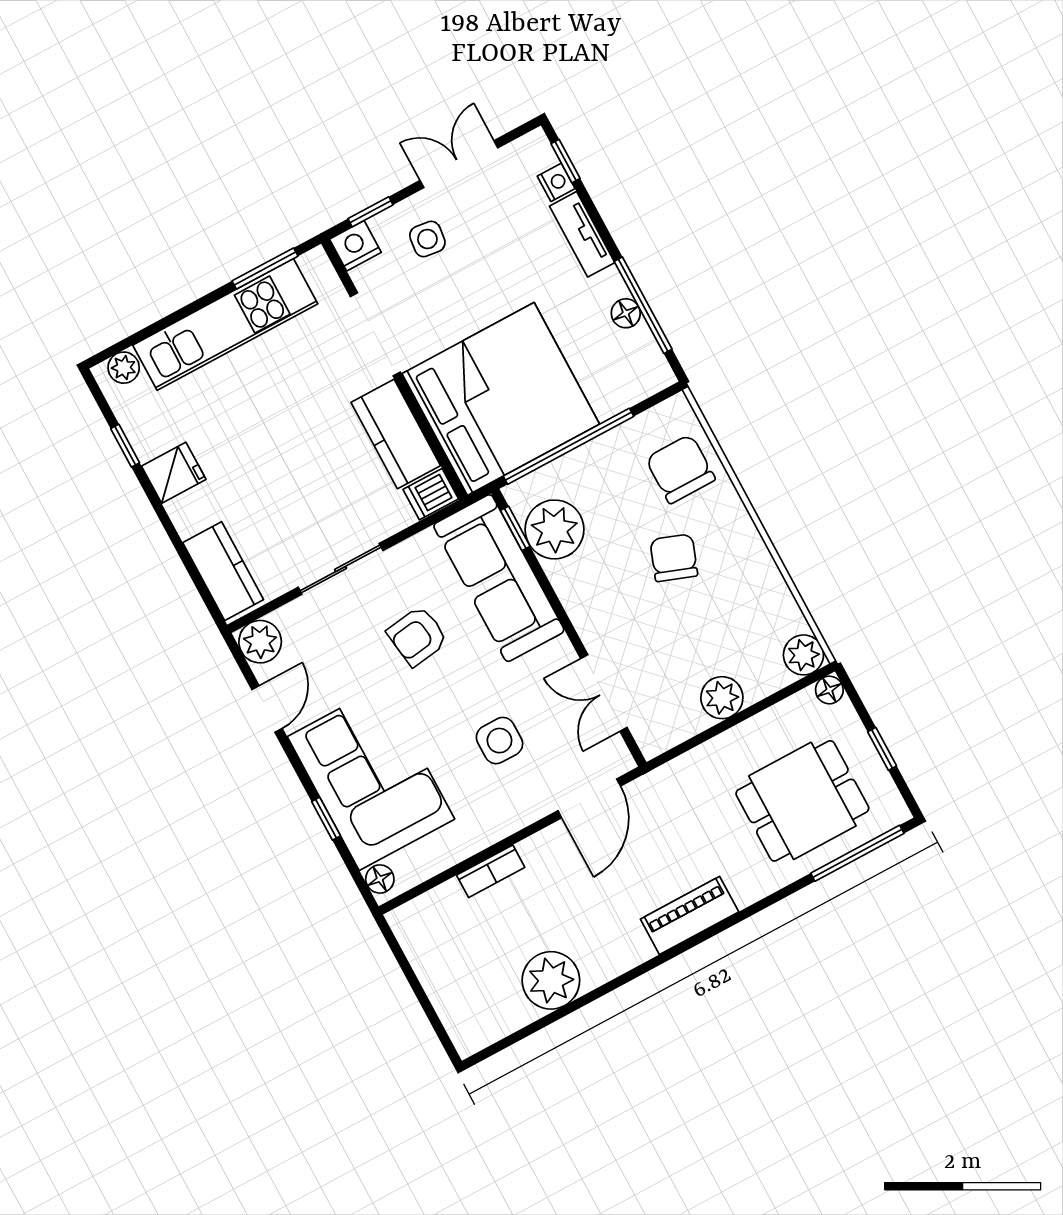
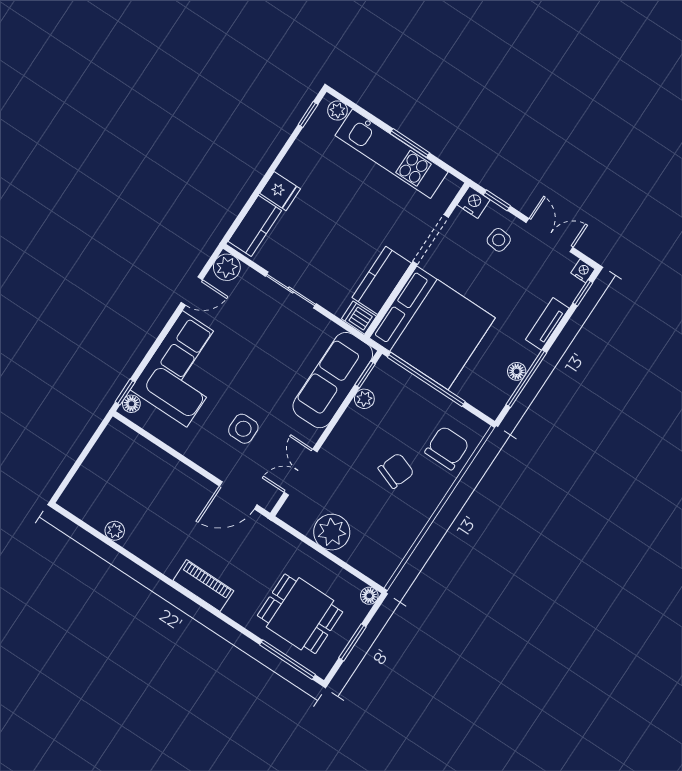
nightstand: (556, 182) -> (583, 271), moved, turned -90
window: (265, 269) -> (410, 143), moved
window: (125, 446) -> (308, 115), moved
fridge: (174, 473) -> (280, 191), moved
plant: (554, 529) -> (364, 399), width x0.53, depth x0.53
armchair: (417, 636) -> (277, 352), removed
plant: (803, 655) -> (381, 571), removed
plant: (722, 698) -> (332, 532), width x1.36, depth x1.36
window: (882, 749) -> (352, 642), width x1.50
window: (326, 819) -> (125, 392), moved
bookcase: (491, 871) -> (169, 463), removed
plant: (551, 980) -> (115, 531), width x0.53, depth x0.53

